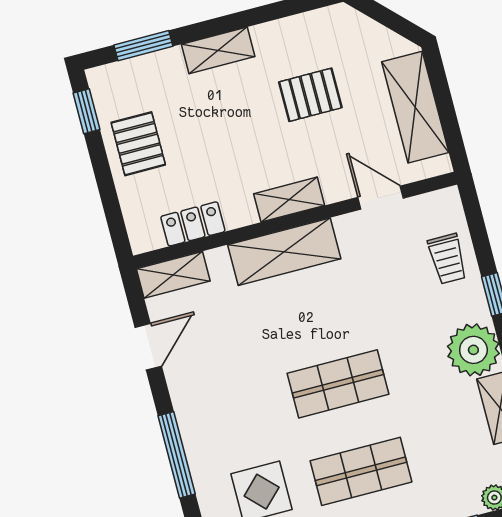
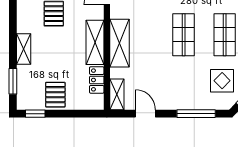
pallet: (138, 144) -> (55, 95), turned 90
shelving: (289, 200) -> (95, 42), width x1.50, depth x1.33

